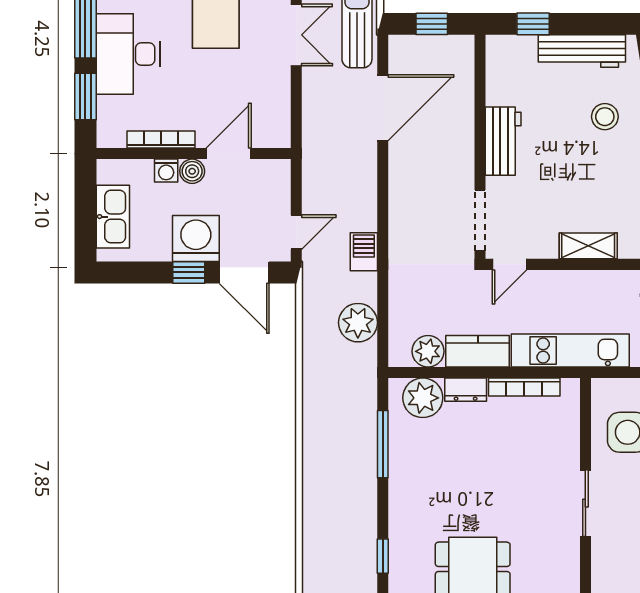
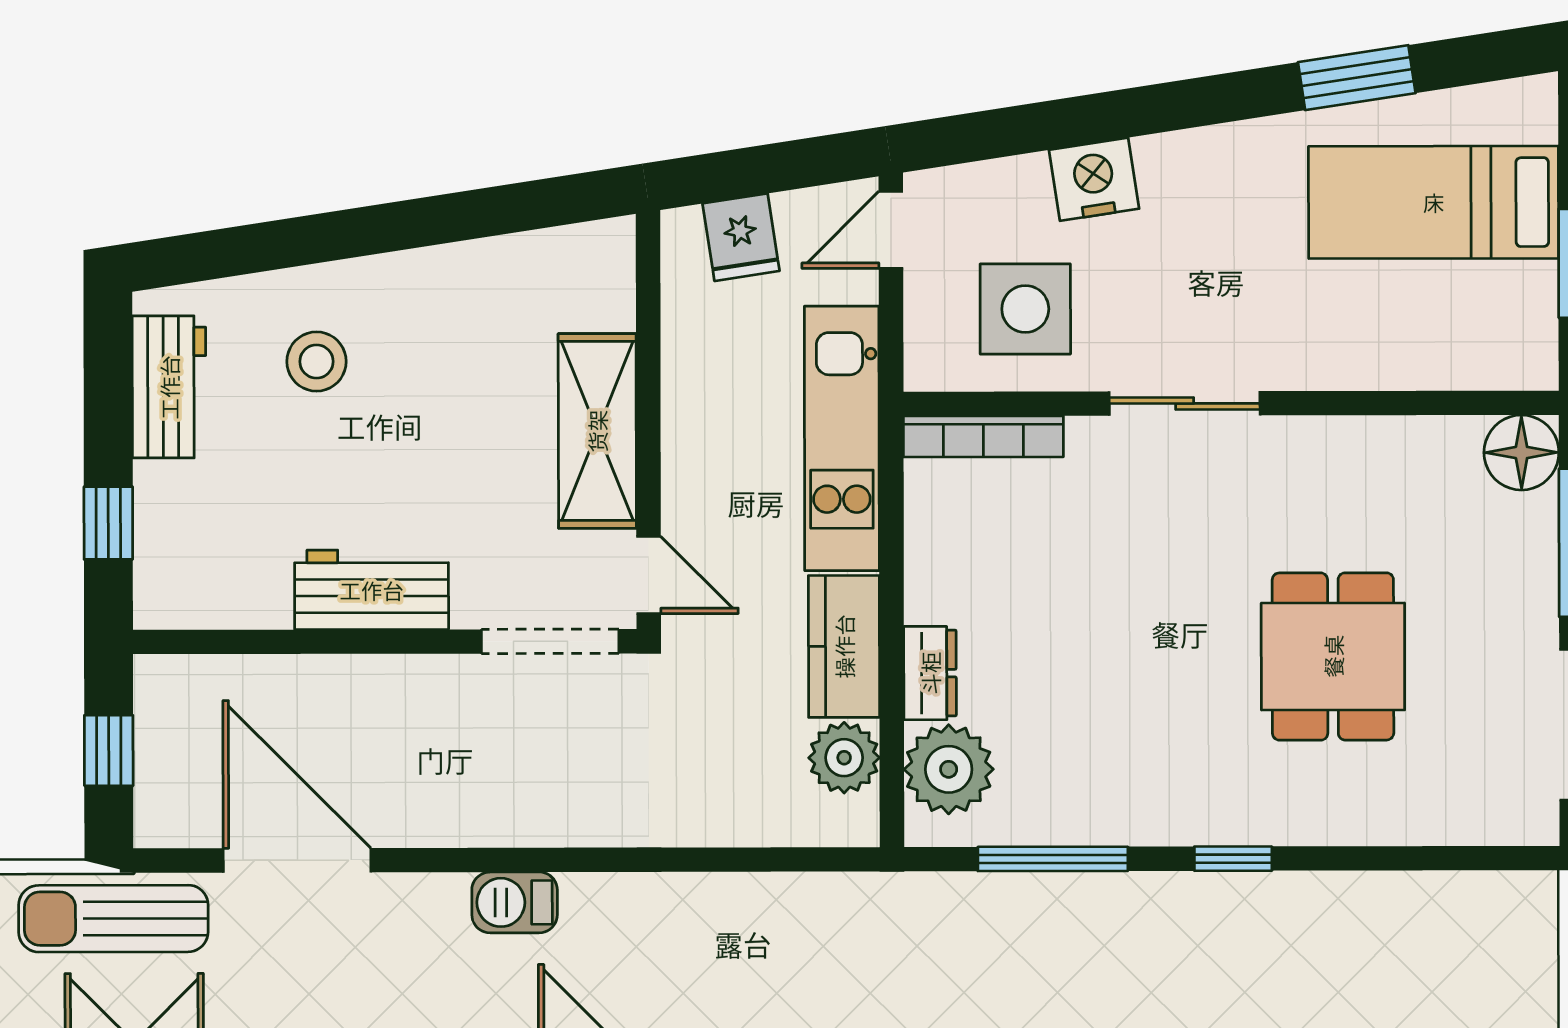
workbench: (582, 51) -> (169, 387), width x0.73
shelving: (588, 246) -> (597, 431), width x1.50, depth x1.33
barbecue: (364, 252) -> (515, 902), moved
plant: (358, 323) -> (780, 915), removed
bookcase: (524, 387) -> (983, 436), moved, turned 90
window: (383, 556) -> (1233, 859), moved

